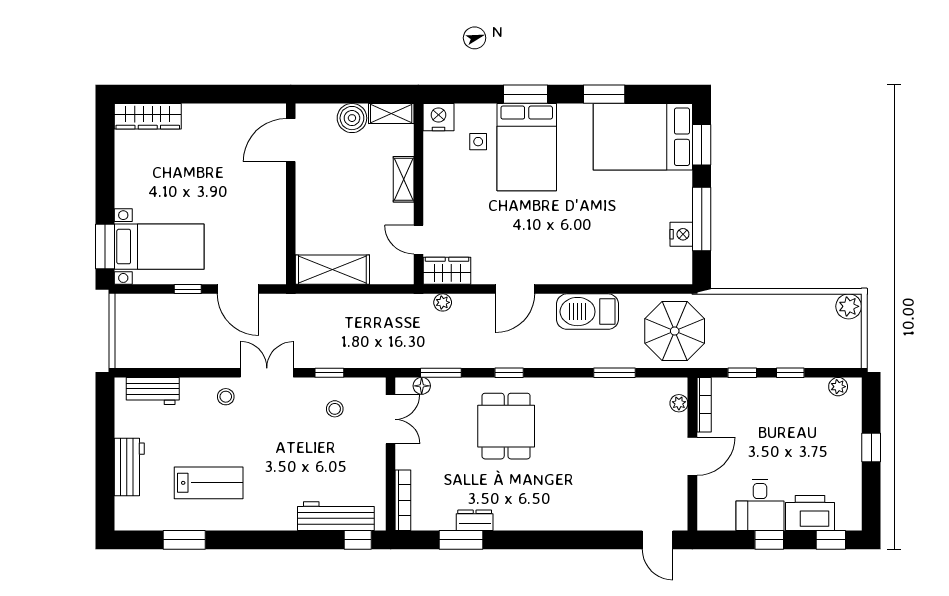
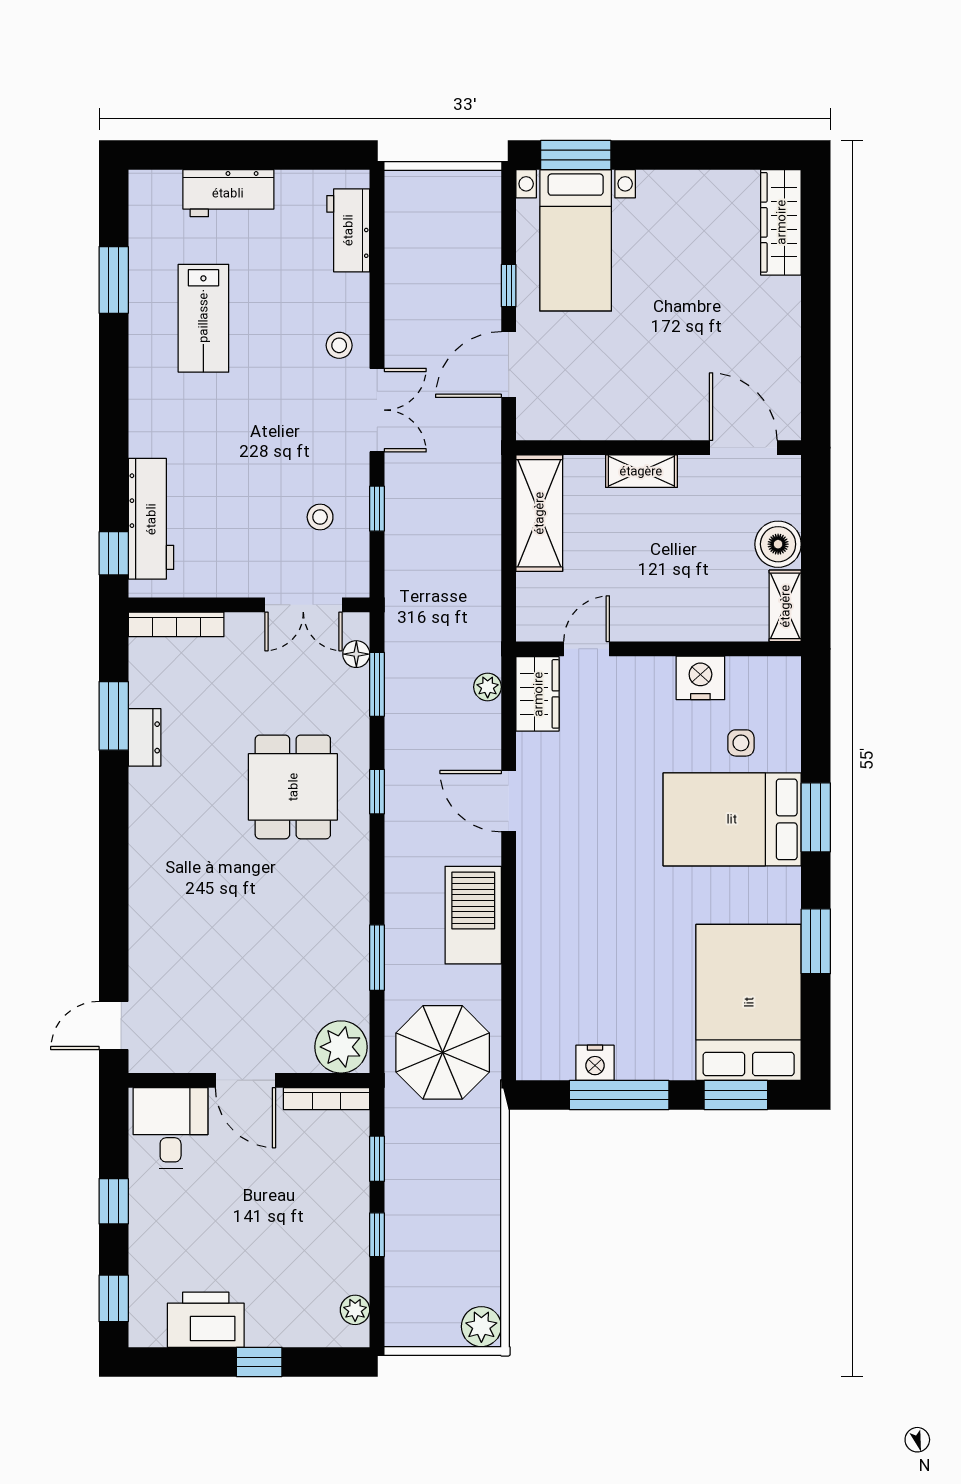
nightstand: (438, 117) -> (700, 678), moved, turned -90
shelving: (404, 179) -> (641, 471), moved
plant: (679, 403) -> (341, 1047), width x1.88, depth x1.88
dining table: (506, 426) -> (293, 787), turned 90
desk: (760, 505) -> (171, 1128), moved, turned 90
printer: (810, 513) -> (206, 1320), moved, turned -90

